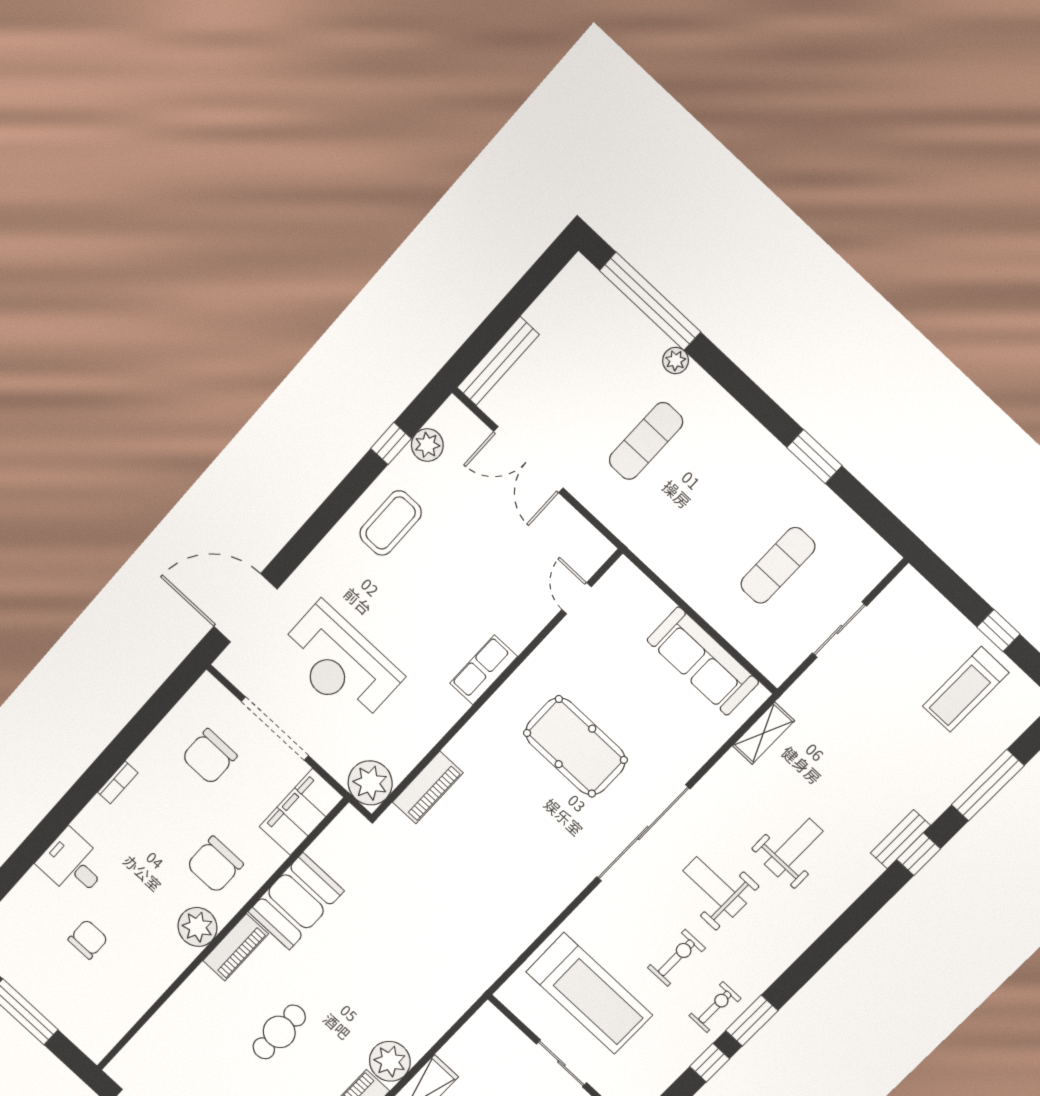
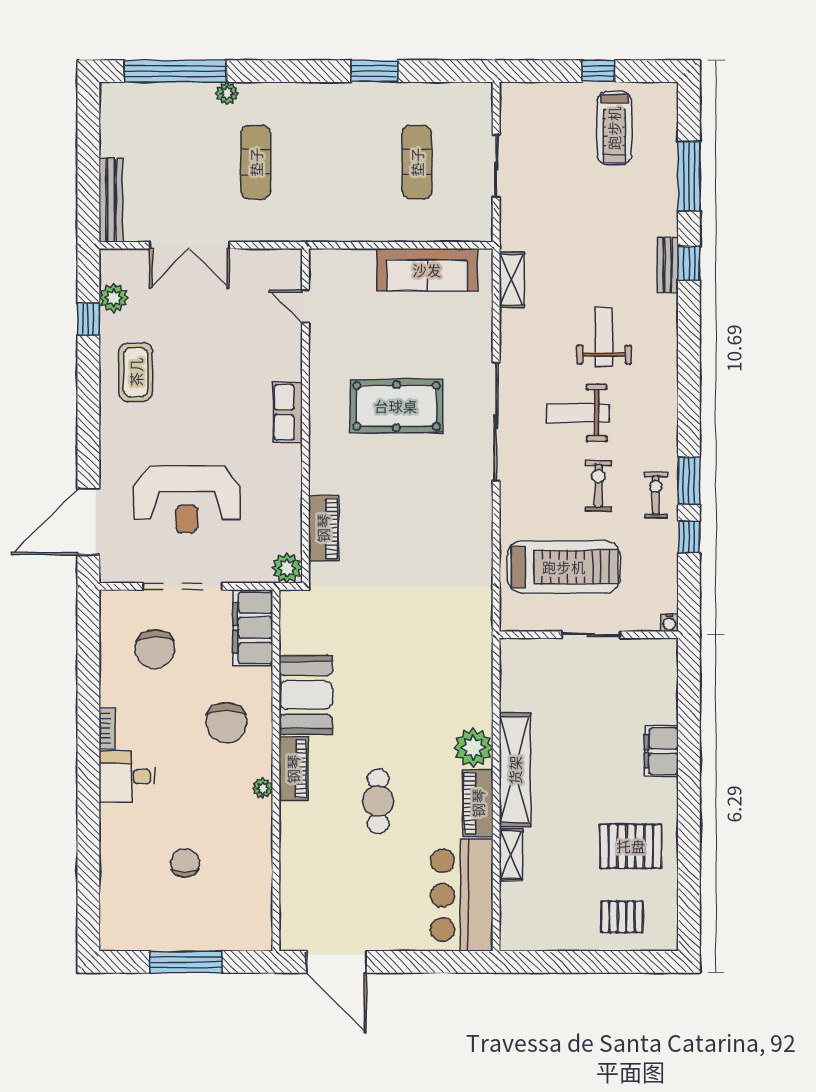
plant: (370, 783) -> (287, 568), width x0.73, depth x0.73
desk: (73, 864) -> (127, 777), moved
plant: (197, 927) -> (263, 788), width x0.53, depth x0.53

